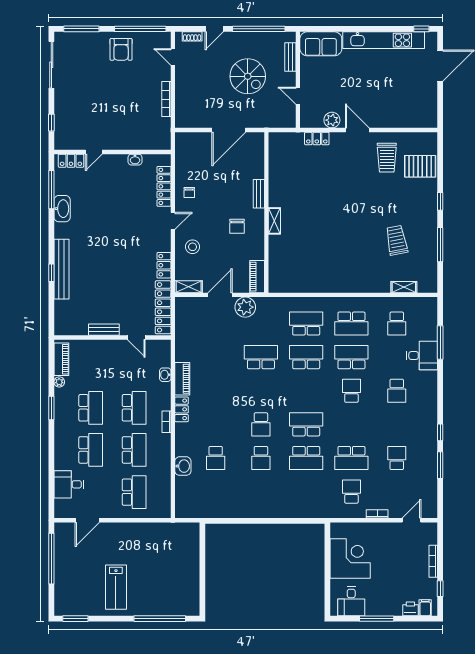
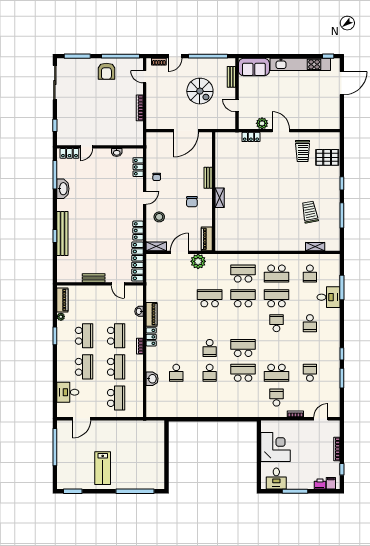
locker: (164, 186) -> (138, 167), width x0.66
school desk: (306, 458) -> (243, 373), turned 180

